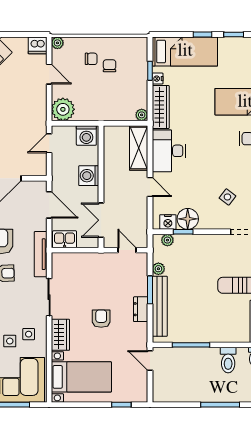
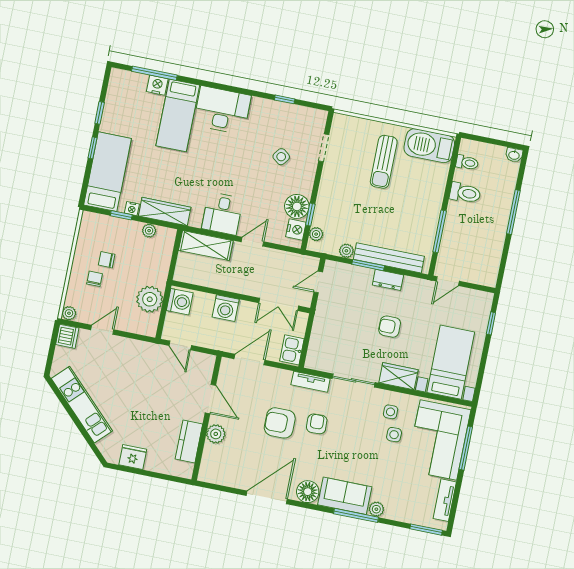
plant: (63, 109) -> (150, 299), moved
plant: (142, 115) -> (149, 231), moved
desk: (169, 151) -> (222, 214), width x0.73
tv unit: (41, 254) -> (311, 382), width x0.71

